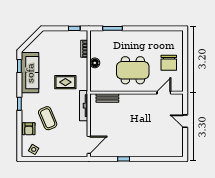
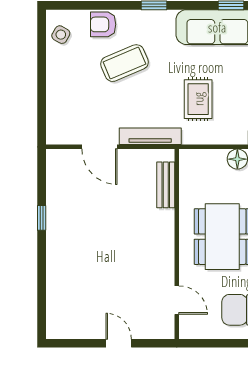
door: (185, 121) -> (119, 343), hinge flipped
door: (89, 145) -> (99, 147), moved

